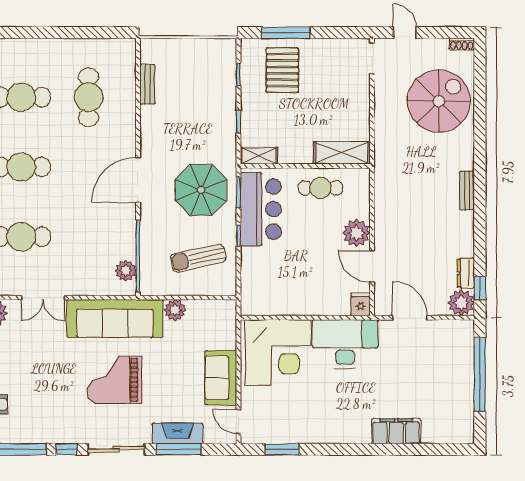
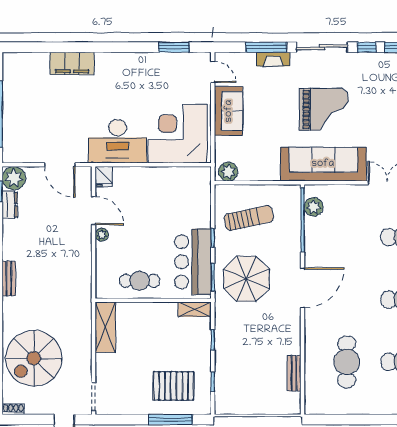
pallet: (282, 70) -> (174, 386), turned 90
shelving: (342, 153) -> (105, 327), moved, turned 90
plant: (356, 233) -> (102, 235), width x0.53, depth x0.53
plant: (175, 310) -> (228, 172), moved
fireplace: (178, 433) -> (273, 59), width x0.73, depth x0.76

